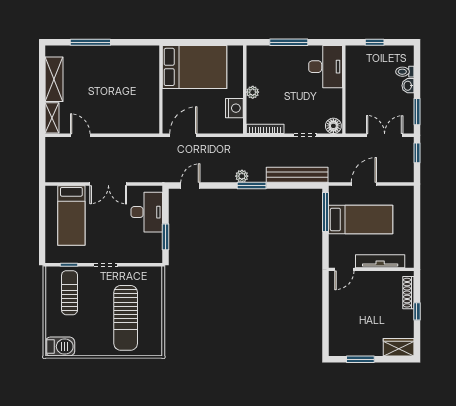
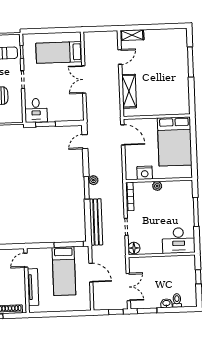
shelving: (54, 79) -> (129, 91), moved, turned 90
door: (190, 186) -> (85, 142), swing flipped
desk: (147, 212) -> (36, 110), moved, width x0.73
door: (344, 269) -> (26, 260), hinge flipped

